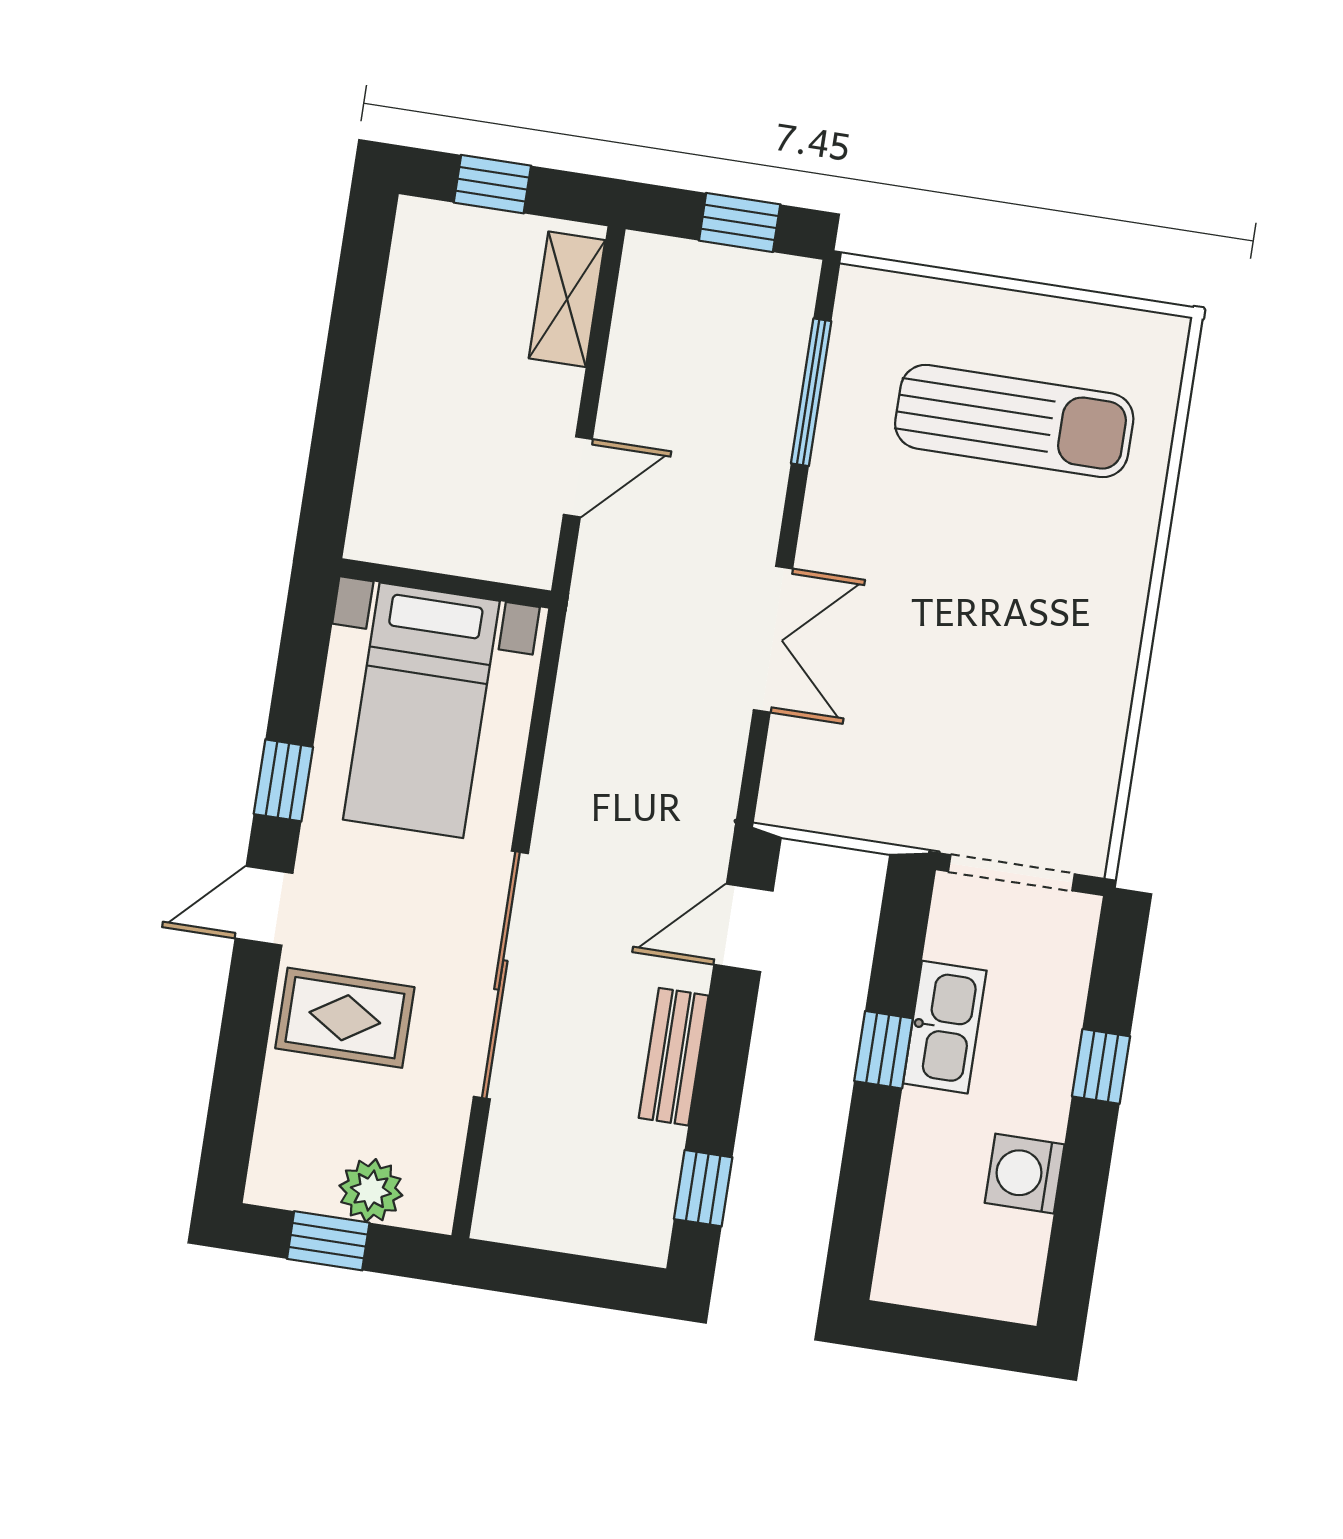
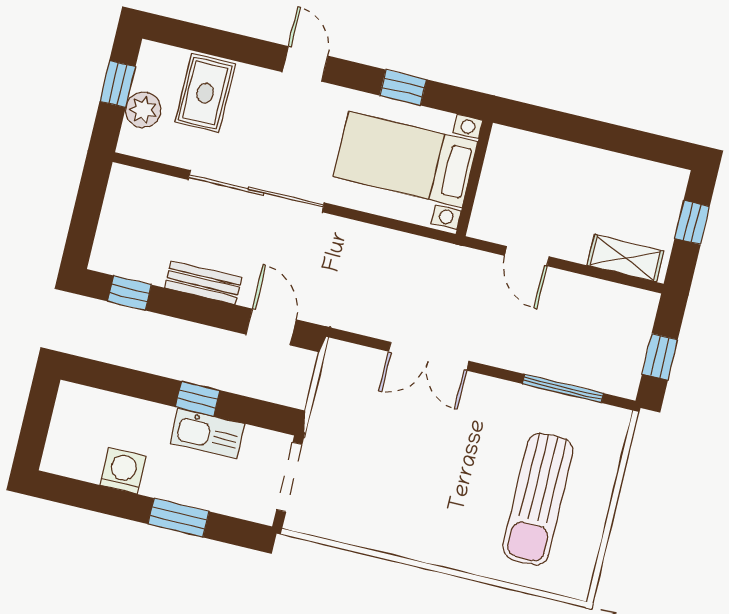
window: (283, 780) -> (403, 87), moved
rug: (345, 1018) -> (205, 93), moved
window: (1101, 1066) -> (179, 518), width x1.50

